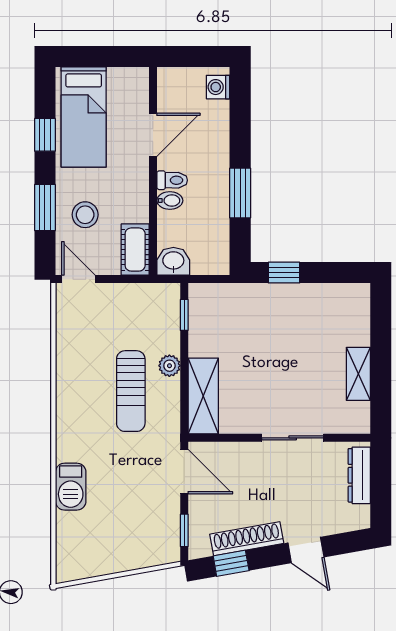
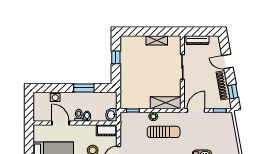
washing machine: (218, 87) -> (55, 97), moved
window: (284, 273) -> (116, 57), moved
door: (306, 550) -> (227, 62), swing flipped

